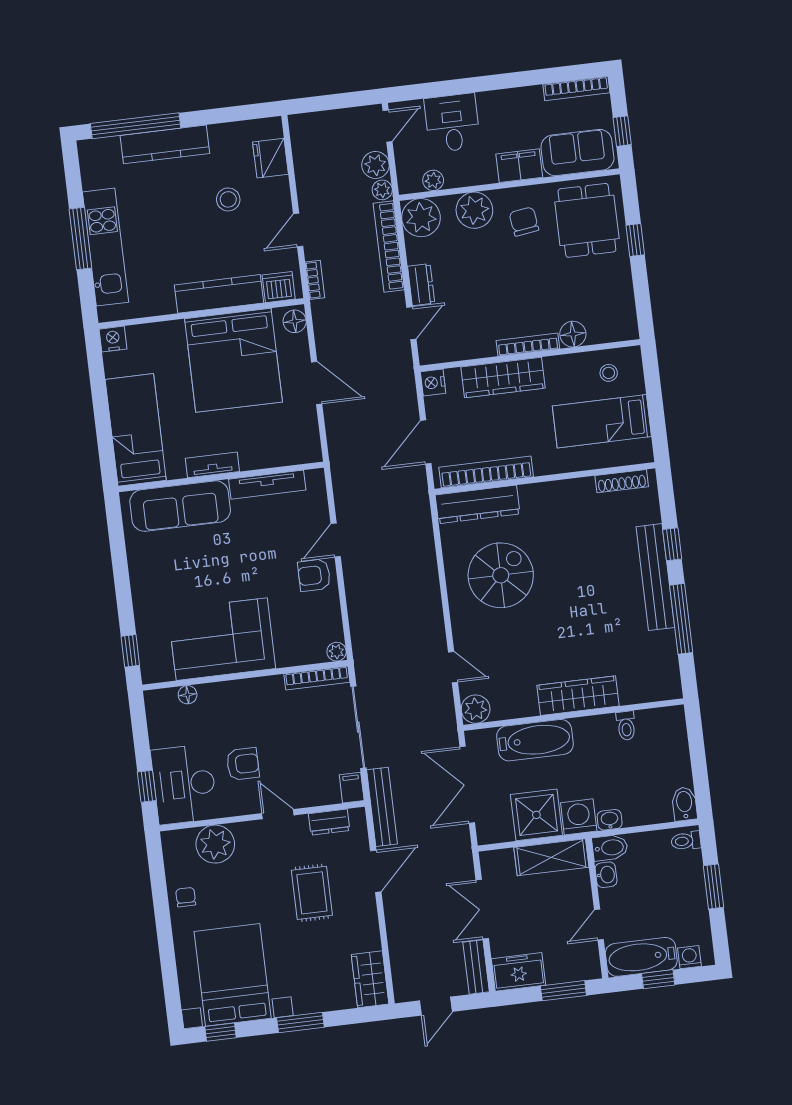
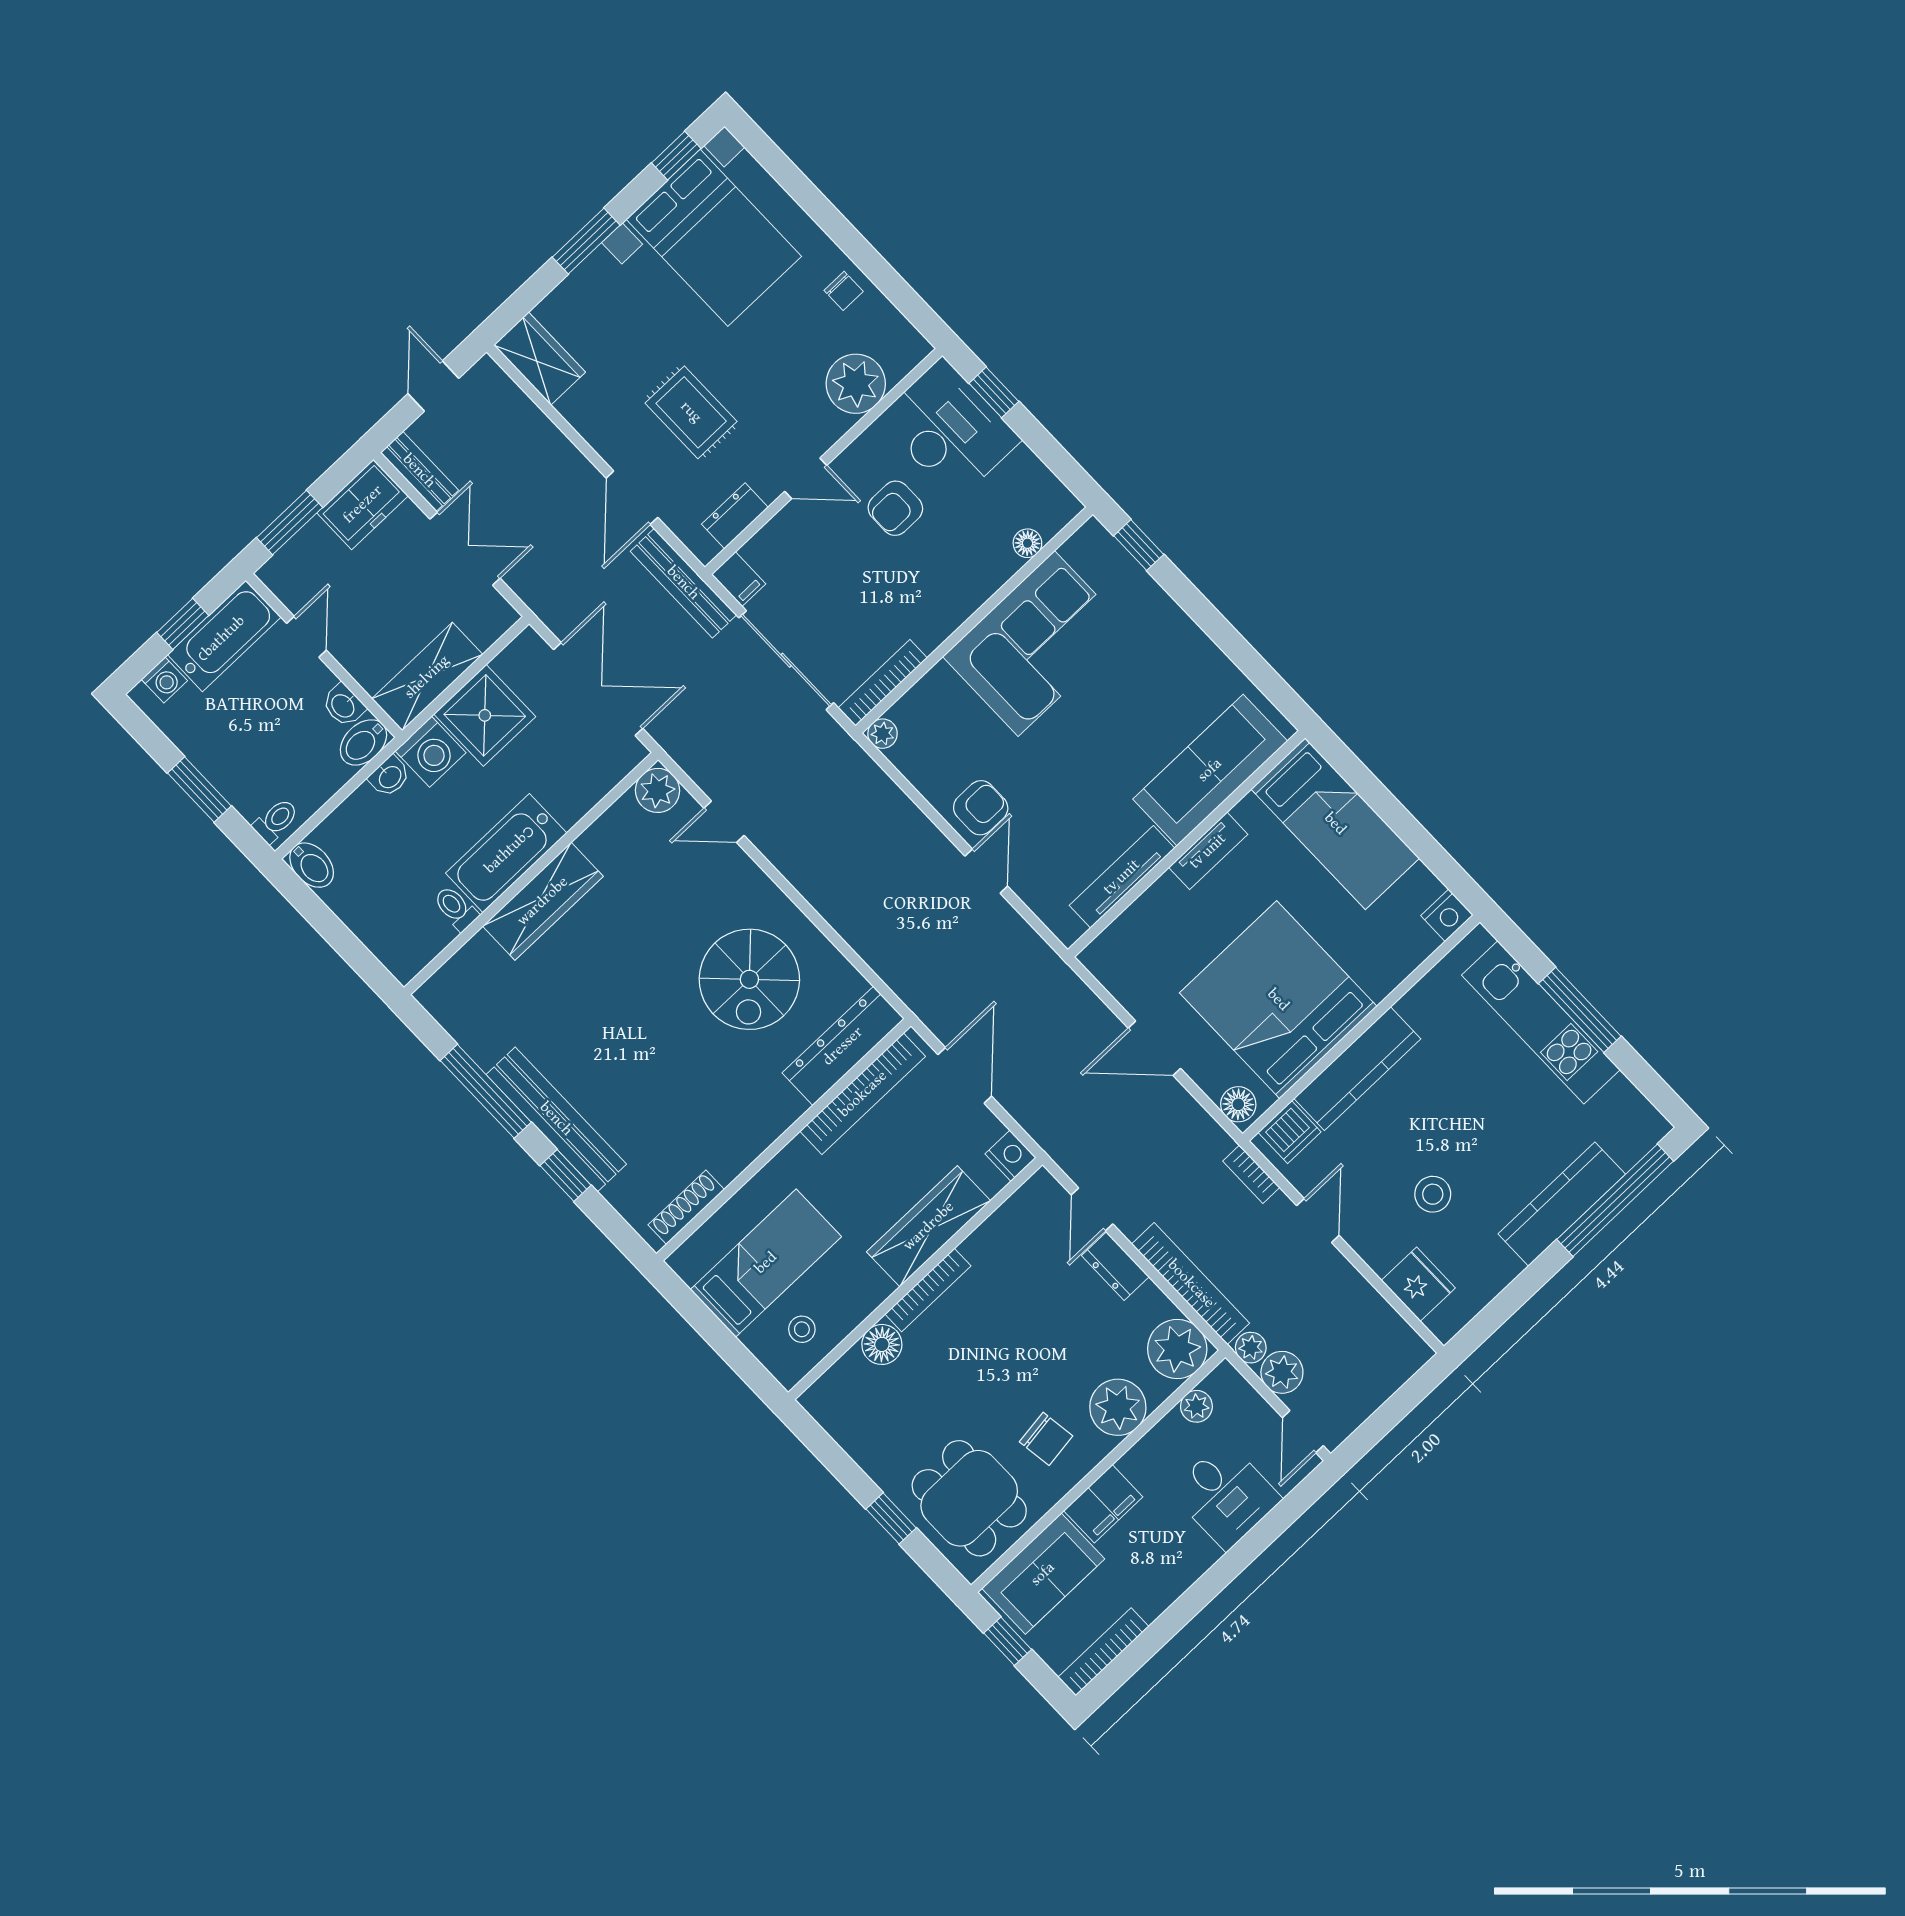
bathtub: (535, 740) -> (506, 853), moved

